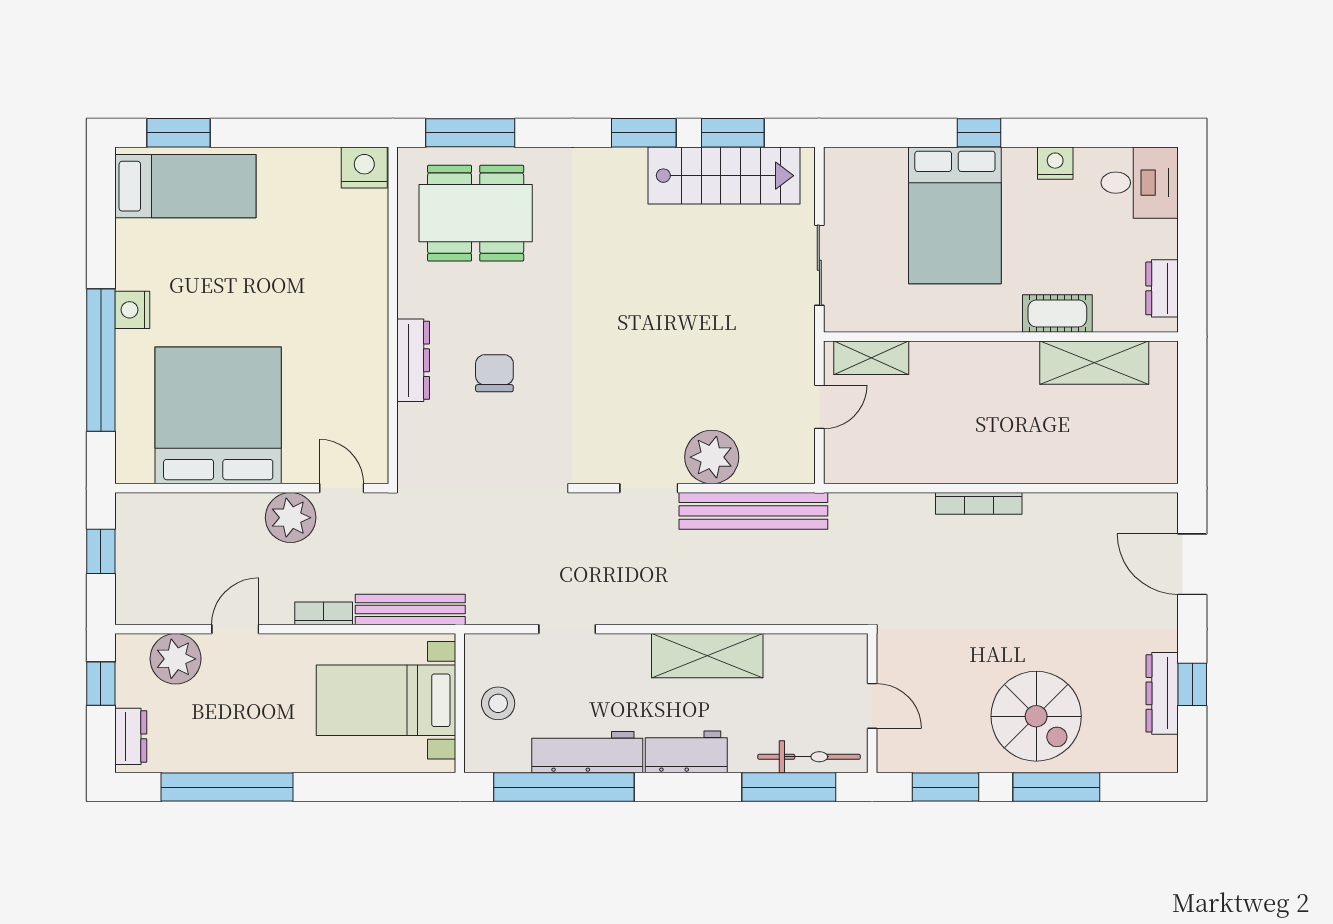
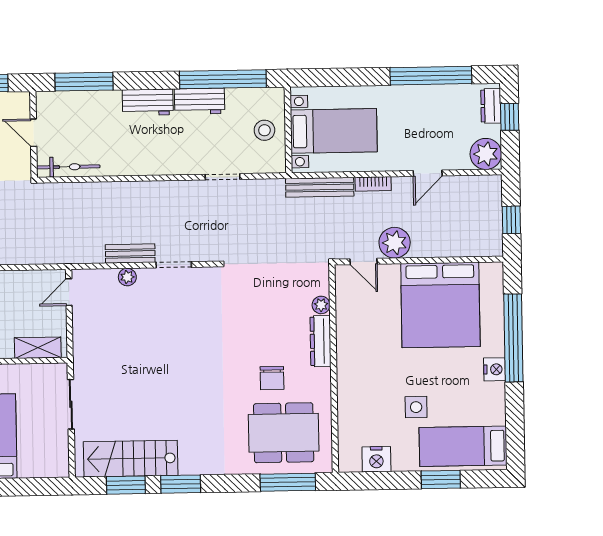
window: (179, 133) -> (441, 480), moved
nightstand: (364, 168) -> (376, 459), moved
side table: (261, 251) -> (416, 407), added
chair: (494, 373) -> (272, 378), moved
door: (819, 407) -> (69, 292), moved
plant: (411, 419) -> (321, 305), added
plant: (712, 457) -> (127, 277), width x0.53, depth x0.53
bench: (753, 511) -> (130, 253), width x0.54, depth x0.82
shelving: (707, 656) -> (136, 162), removed
plant: (176, 659) -> (486, 154), moved
window: (101, 684) -> (510, 117), moved
workbench: (587, 752) -> (200, 101), width x0.73
bicycle: (809, 757) -> (68, 167), moved, turned 180

